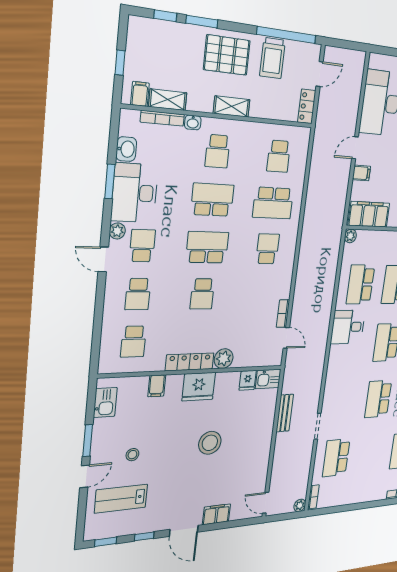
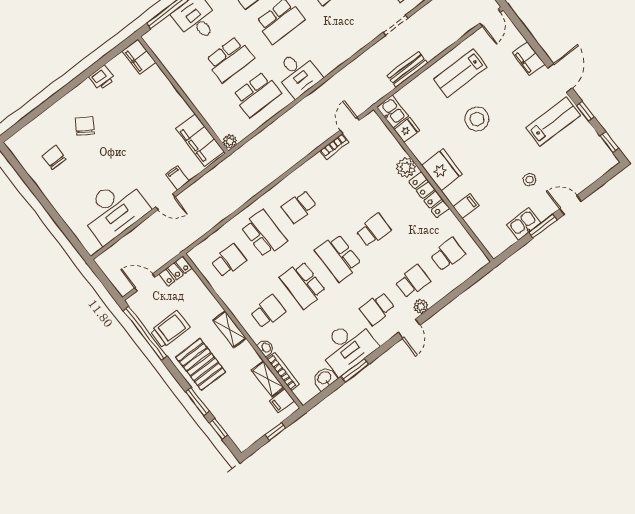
plant: (117, 231) -> (421, 306), moved
kitchen sink: (105, 402) -> (524, 224), moved
lab bench: (250, 453) -> (460, 73), added
lab bench: (121, 499) -> (553, 122), moved, turned -90

